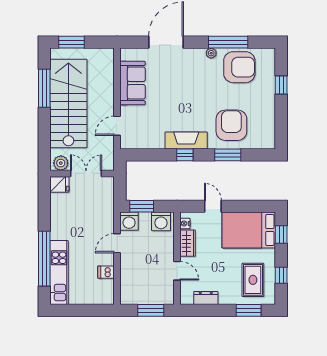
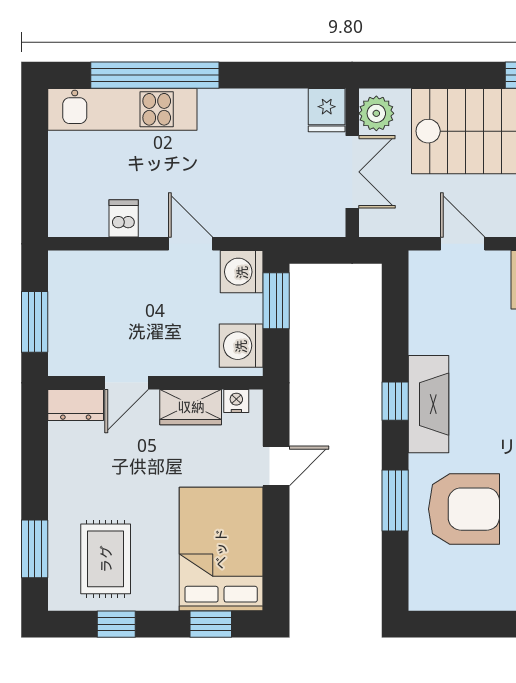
rug: (253, 280) -> (106, 559), turned 90
dresser: (206, 298) -> (76, 405), moved, turned 90

